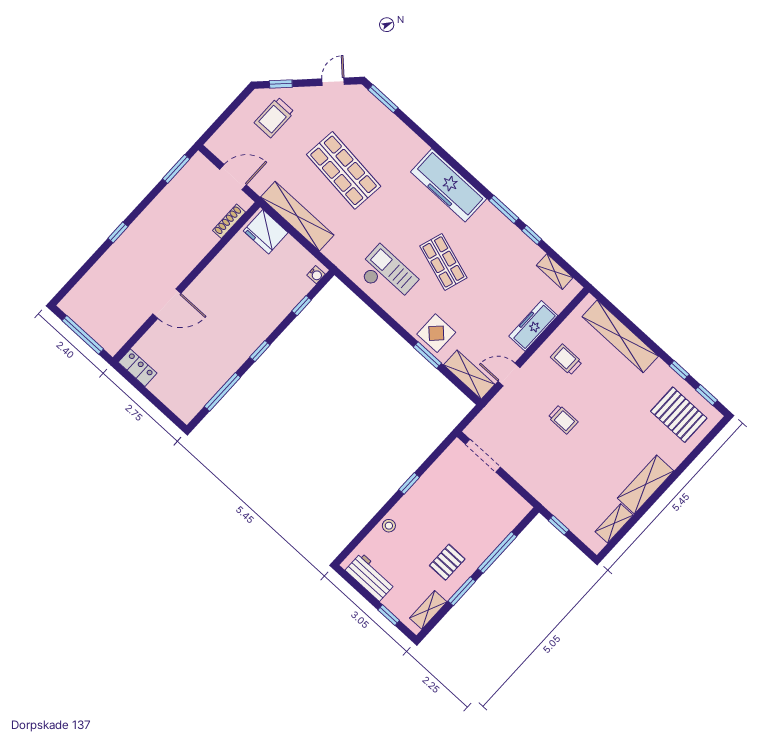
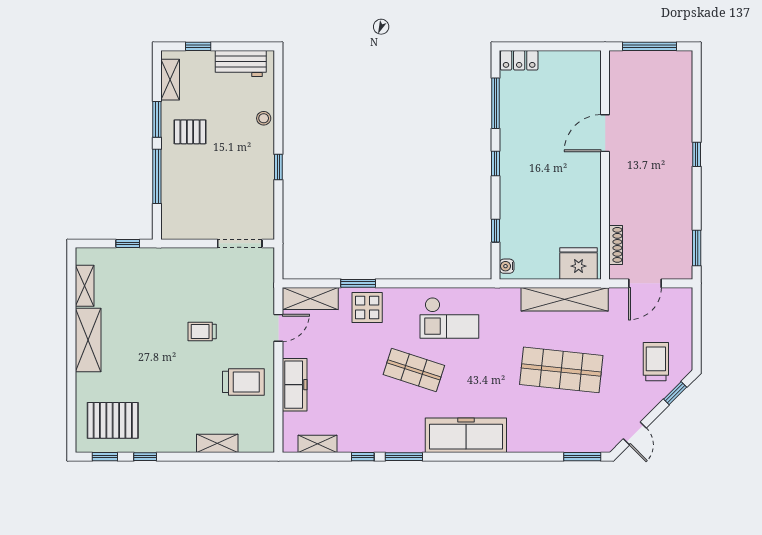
shelving: (620, 336) -> (217, 443), width x0.45, depth x0.75
trolley: (566, 360) -> (243, 382), width x1.36, depth x1.39
locker: (138, 368) -> (519, 60), moved
pallet: (447, 562) -> (190, 132), turned 90

